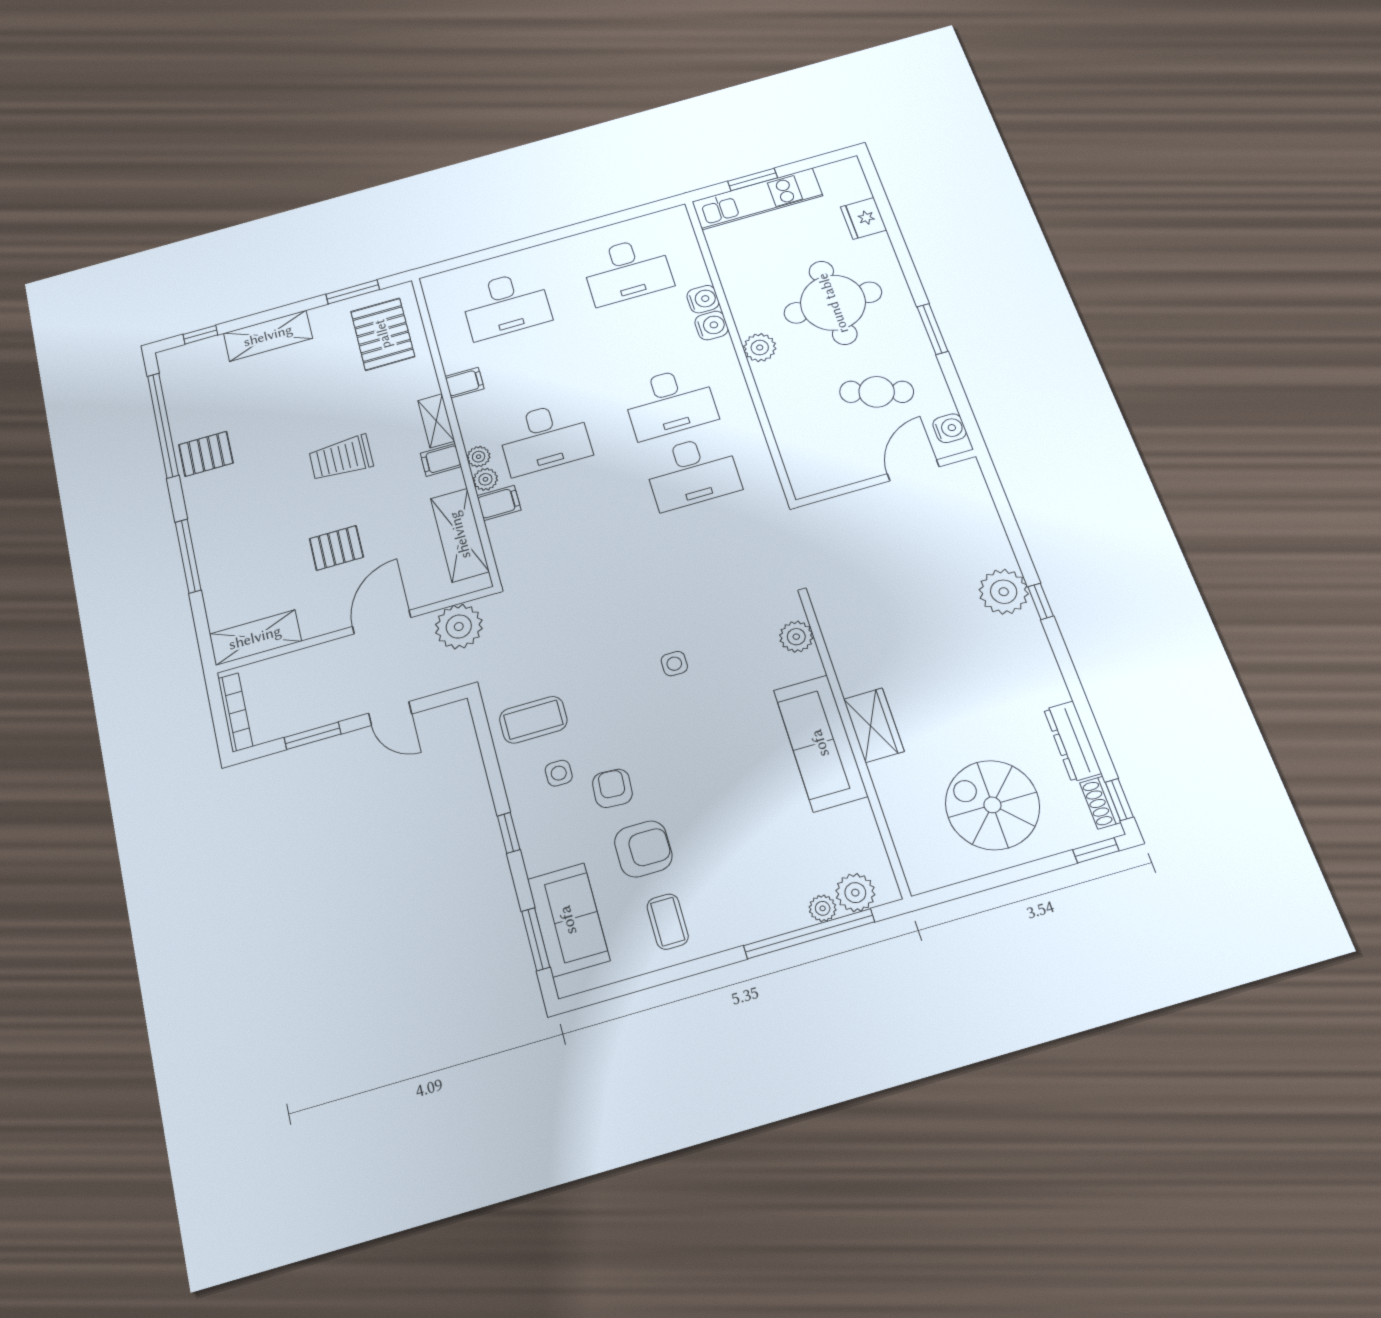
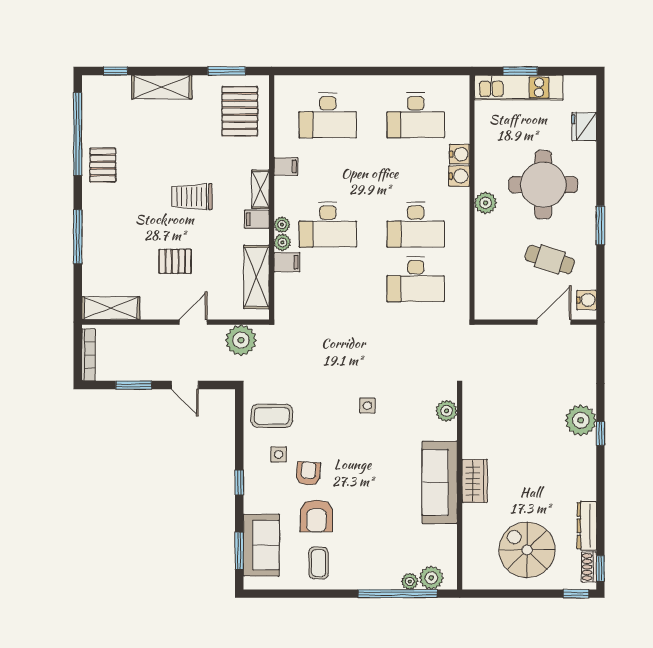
pallet: (206, 454) -> (103, 165), turned 90
door: (382, 622) -> (193, 322), width x0.73
armchair: (643, 849) -> (316, 516), turned 90

